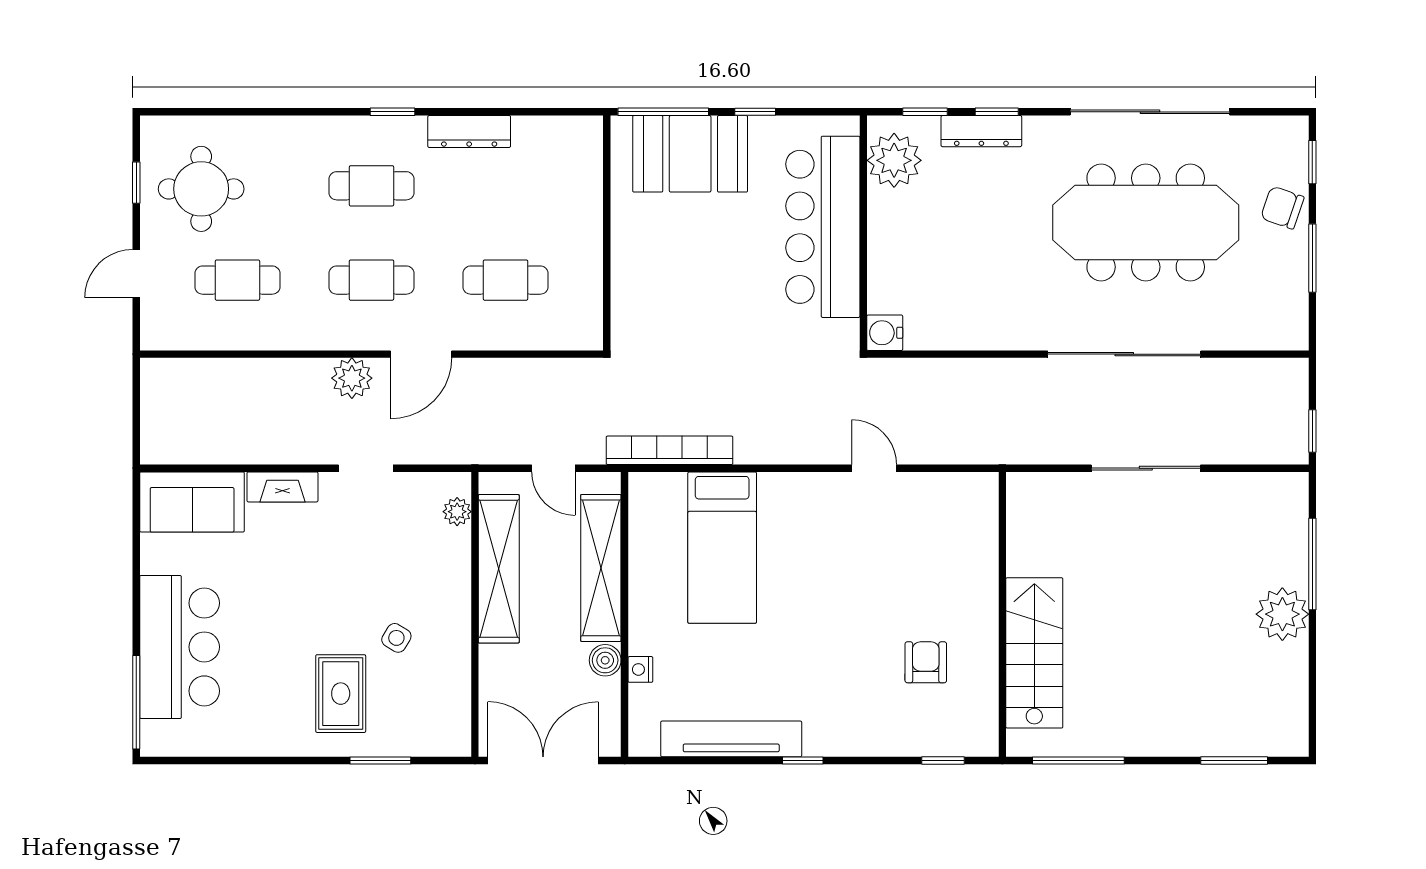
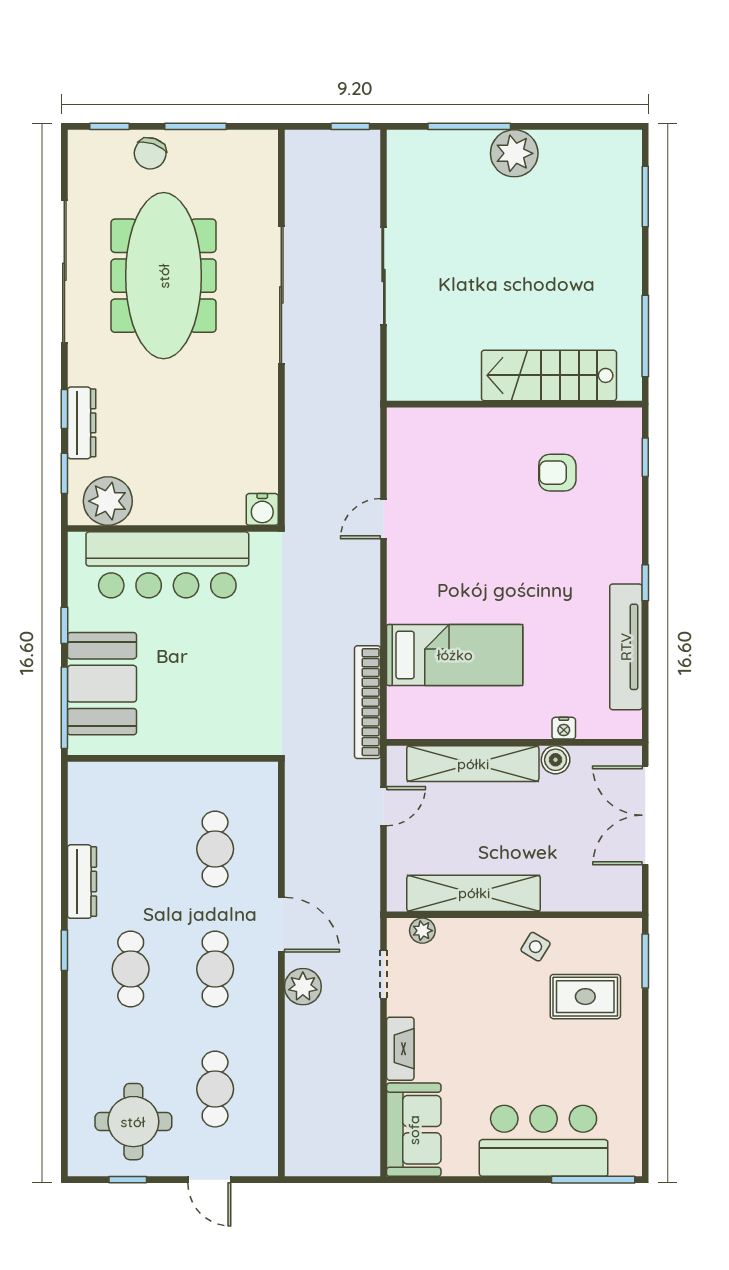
plant: (457, 512) -> (422, 931), moved
shelving: (499, 569) -> (474, 893), moved
wall: (475, 614) -> (514, 915), moved

